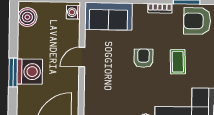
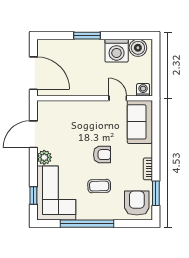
door: (82, 57) -> (118, 98), moved
washing machine: (30, 72) -> (117, 51), moved

